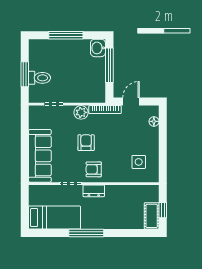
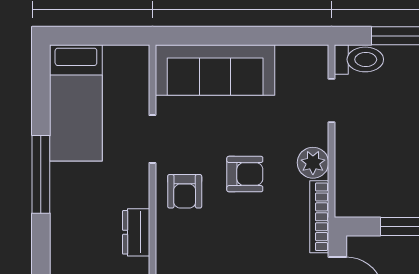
toilet: (40, 78) -> (359, 59), moved, turned -90
armchair: (94, 169) -> (185, 191), turned 180
dresser: (94, 191) -> (136, 232), moved

